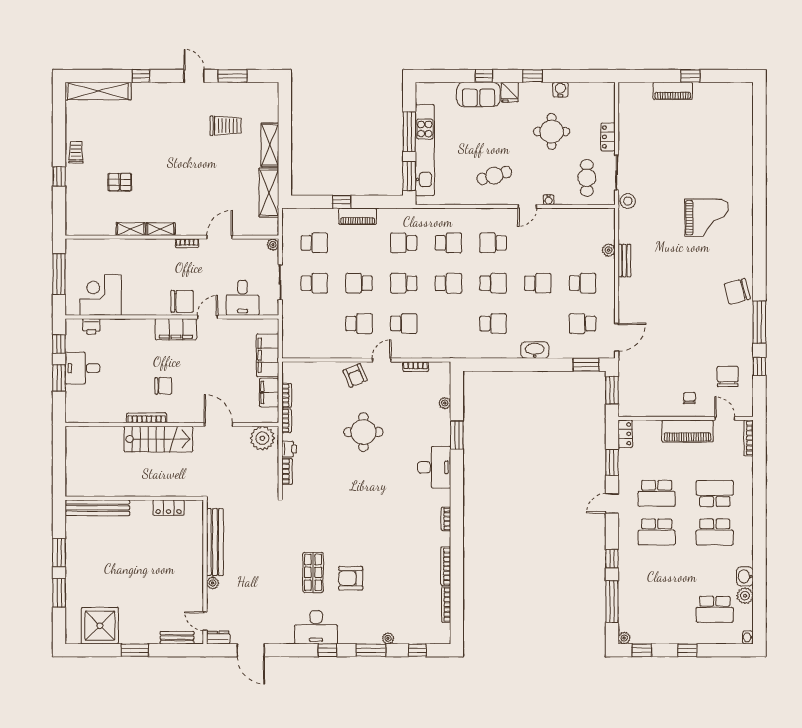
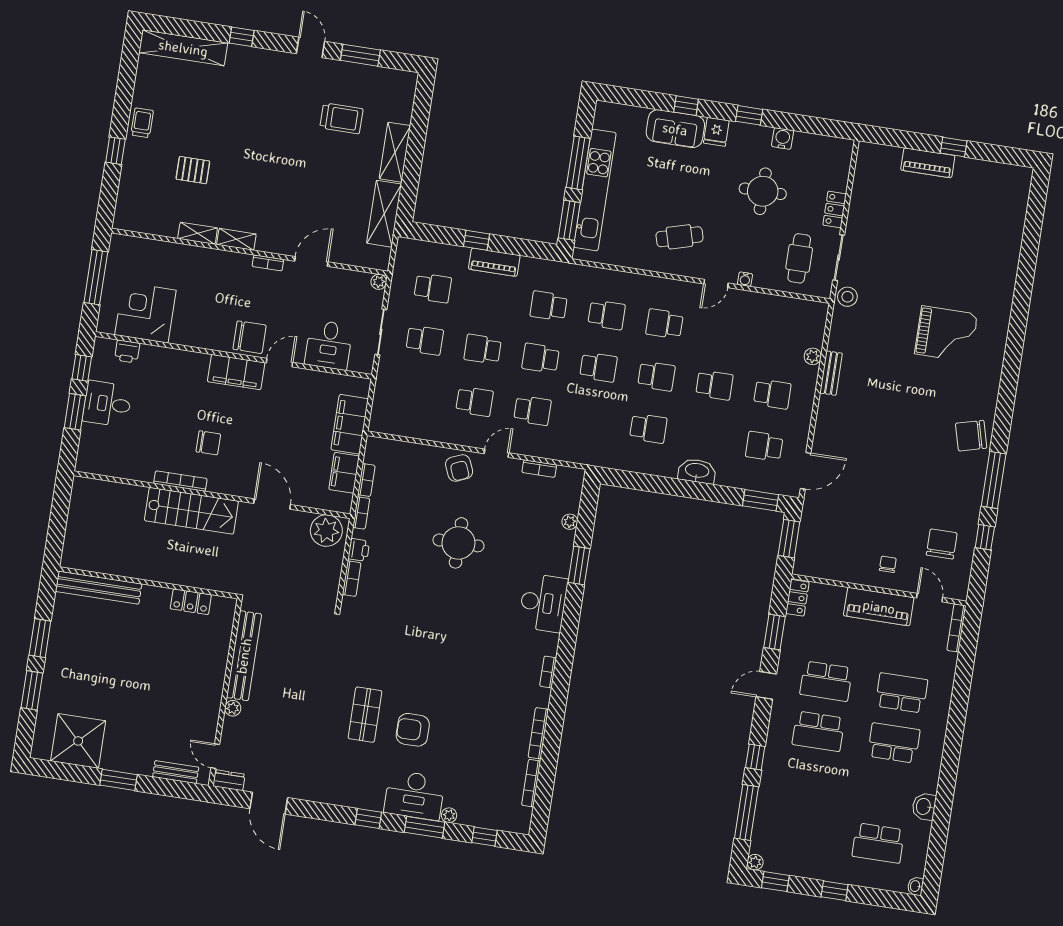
school desk: (715, 532) -> (894, 743), turned 180
plant: (745, 596) -> (920, 832), removed
desk: (316, 627) -> (414, 795), moved

